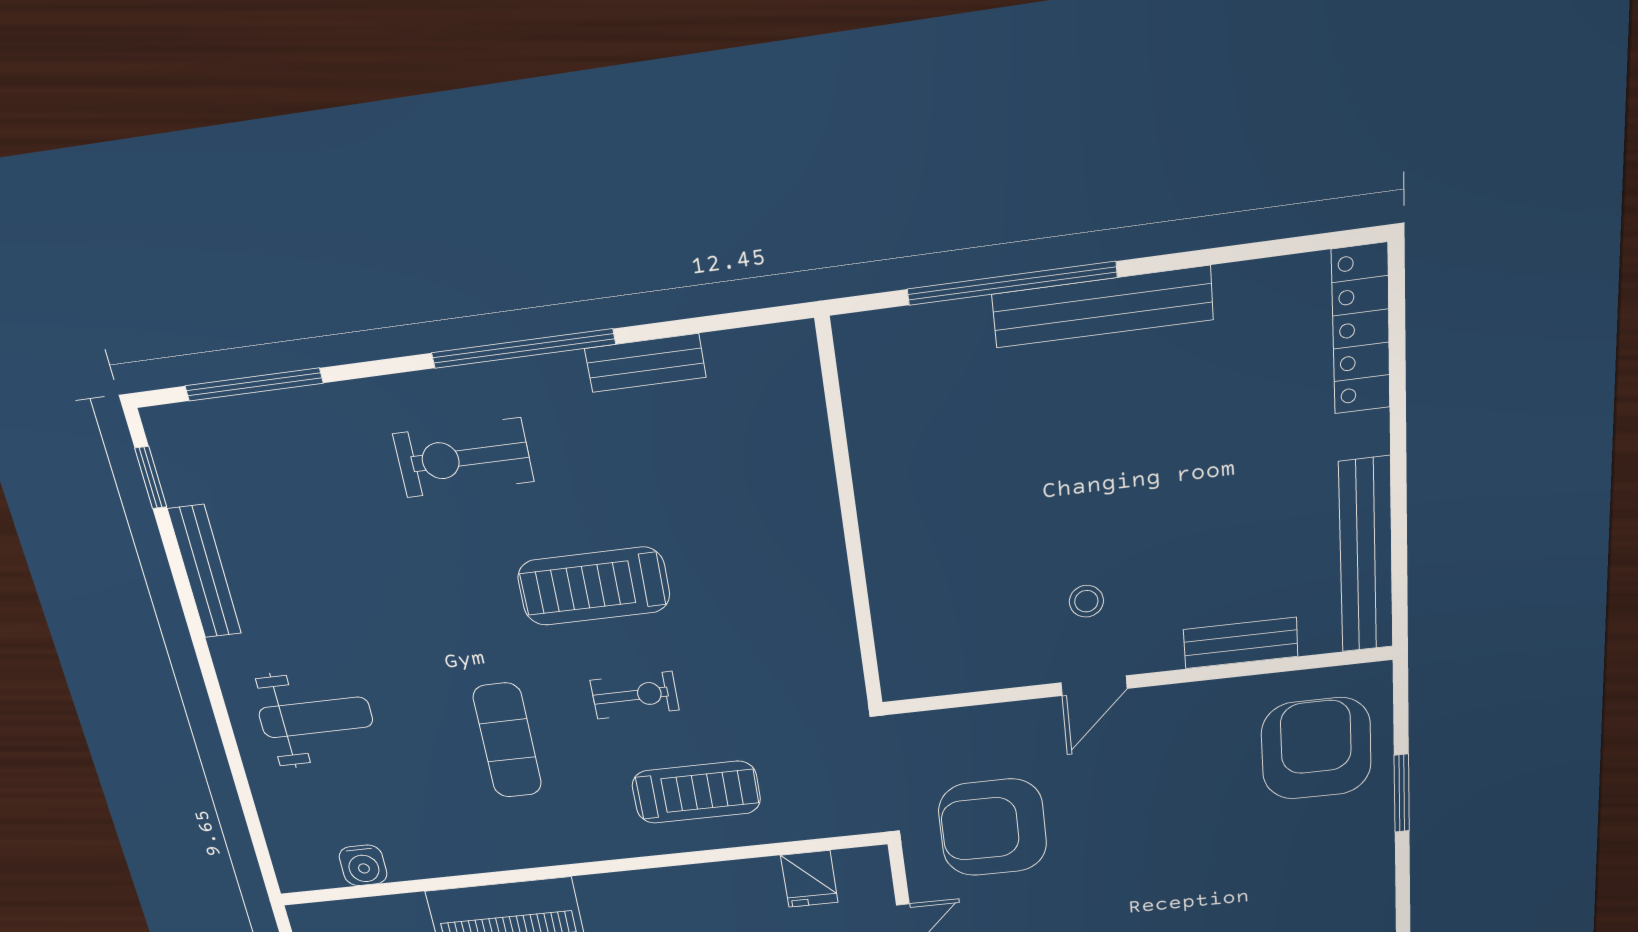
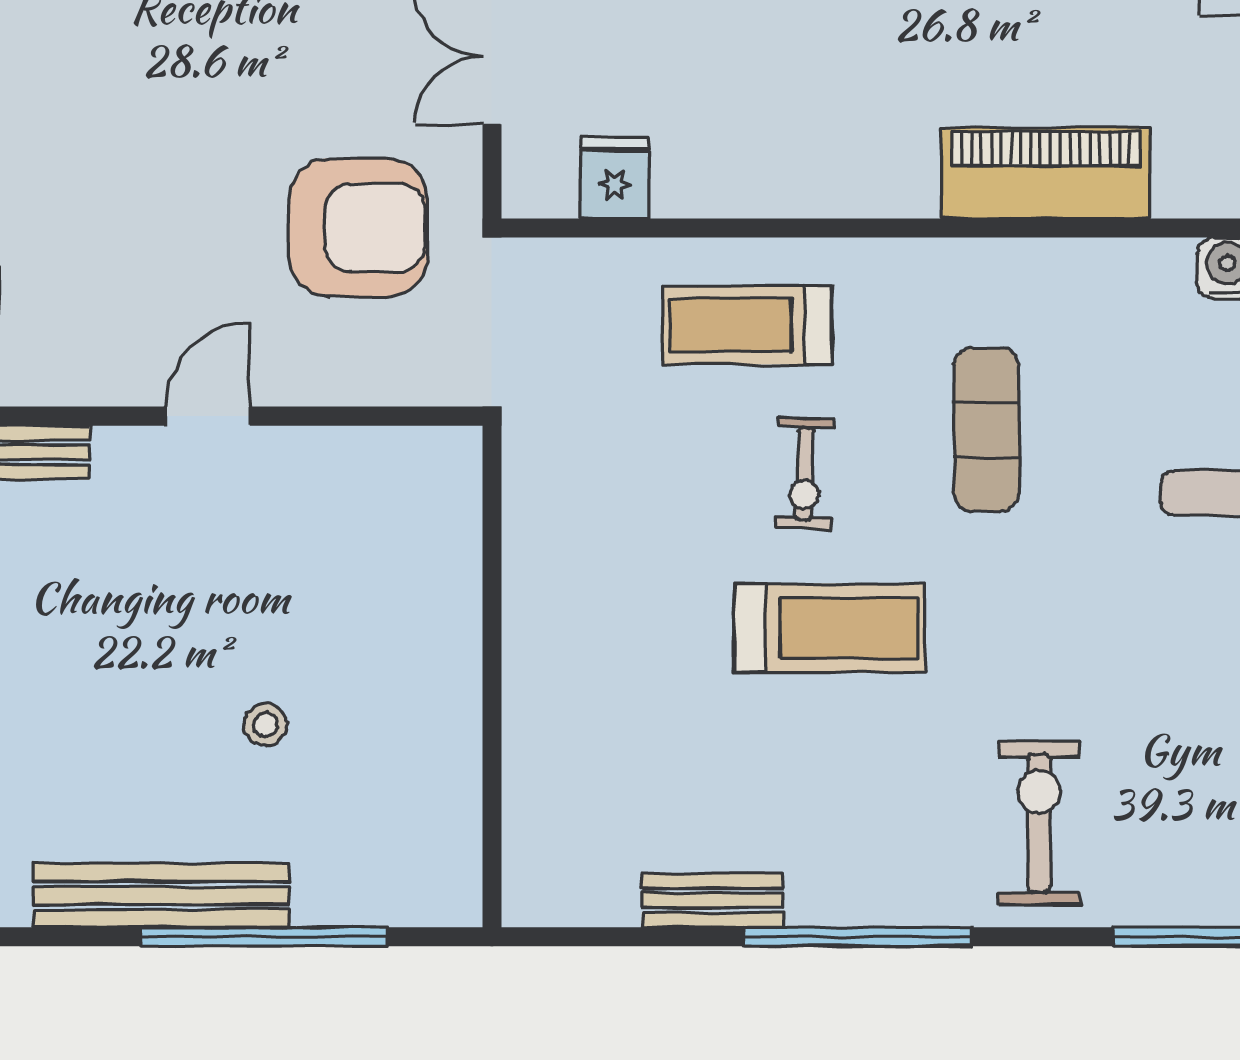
exercise bike: (464, 458) -> (1039, 823), moved, turned -90
stool: (1086, 601) -> (266, 725), moved
exercise bike: (635, 695) -> (805, 474), turned -88

